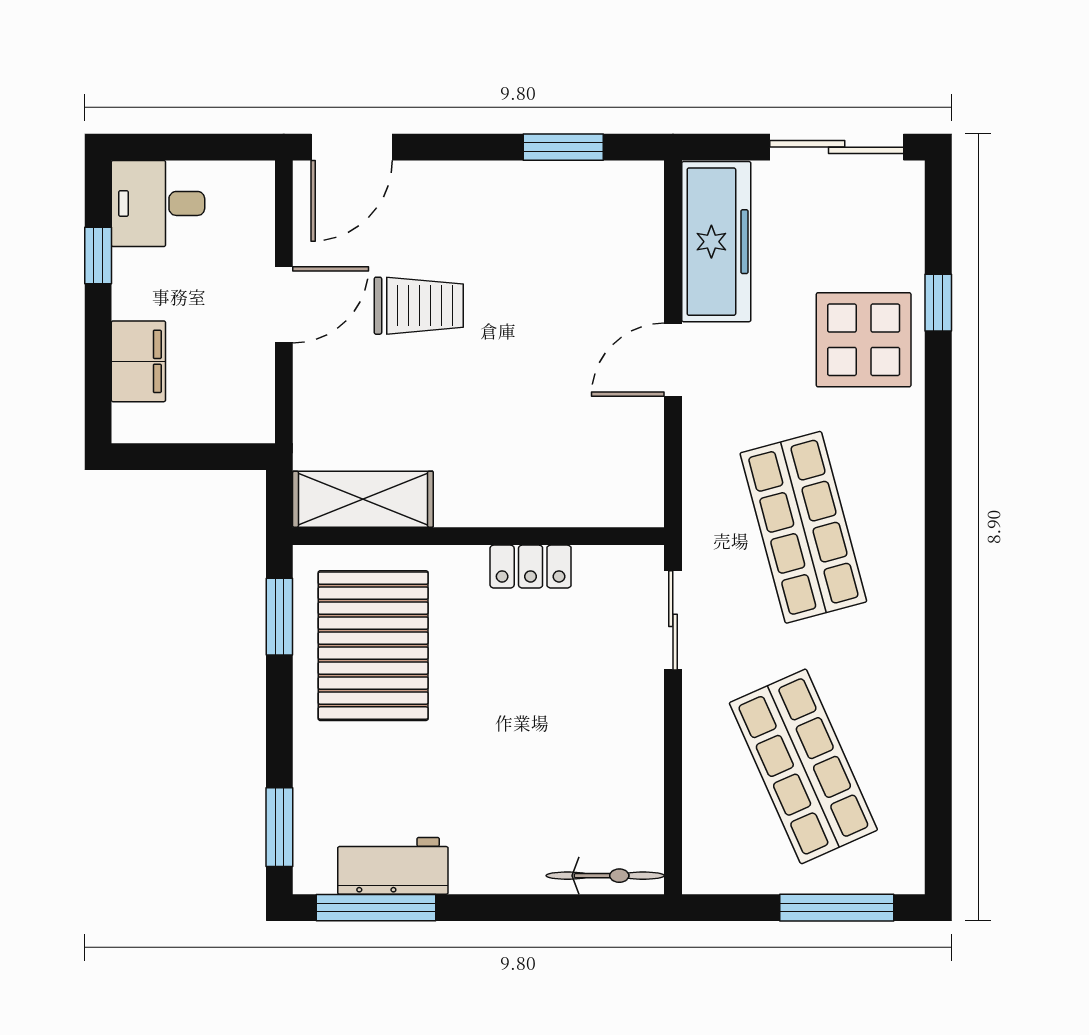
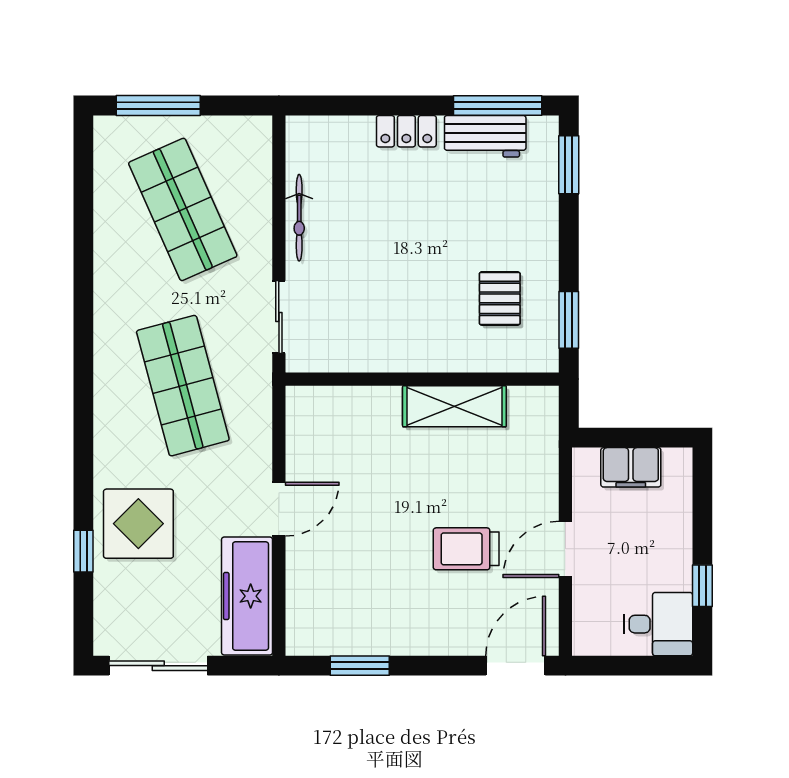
filing cabinet: (138, 361) -> (631, 467), moved, turned -90
shelving: (363, 499) -> (454, 406), moved
locker: (531, 567) -> (406, 131), moved, turned 180
pallet: (373, 646) -> (500, 298), width x0.49, depth x0.50
bicycle: (605, 876) -> (299, 218), moved, turned -90

